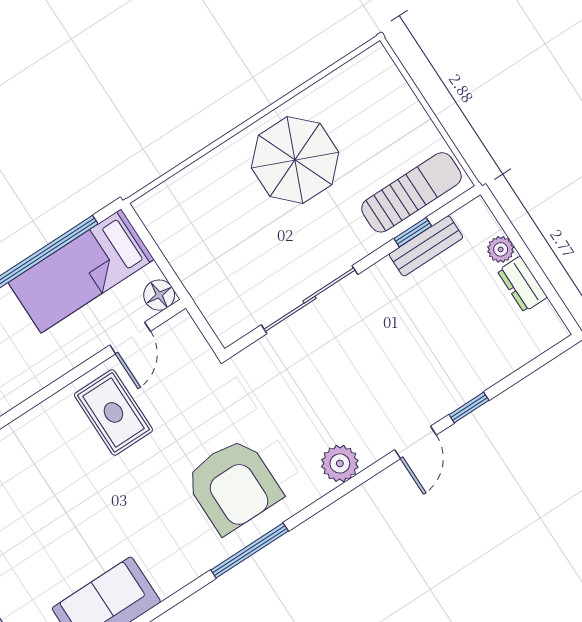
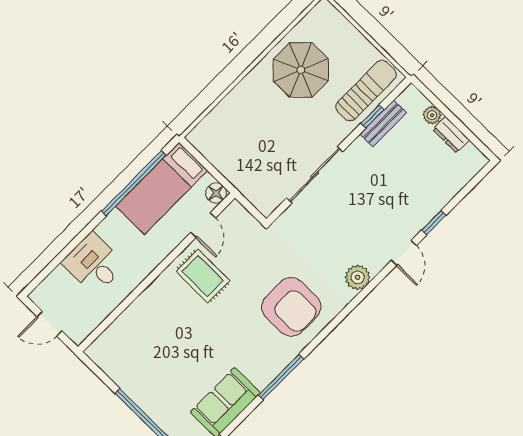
parasol: (295, 160) -> (301, 70), moved
window: (250, 550) -> (281, 377), moved

